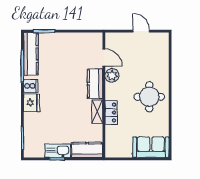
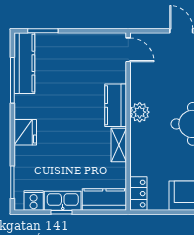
door: (104, 58) -> (128, 50), moved
plant: (112, 75) -> (140, 112), moved
cooker: (31, 86) -> (34, 200), moved, turned -90
locker: (111, 112) -> (138, 194), moved

